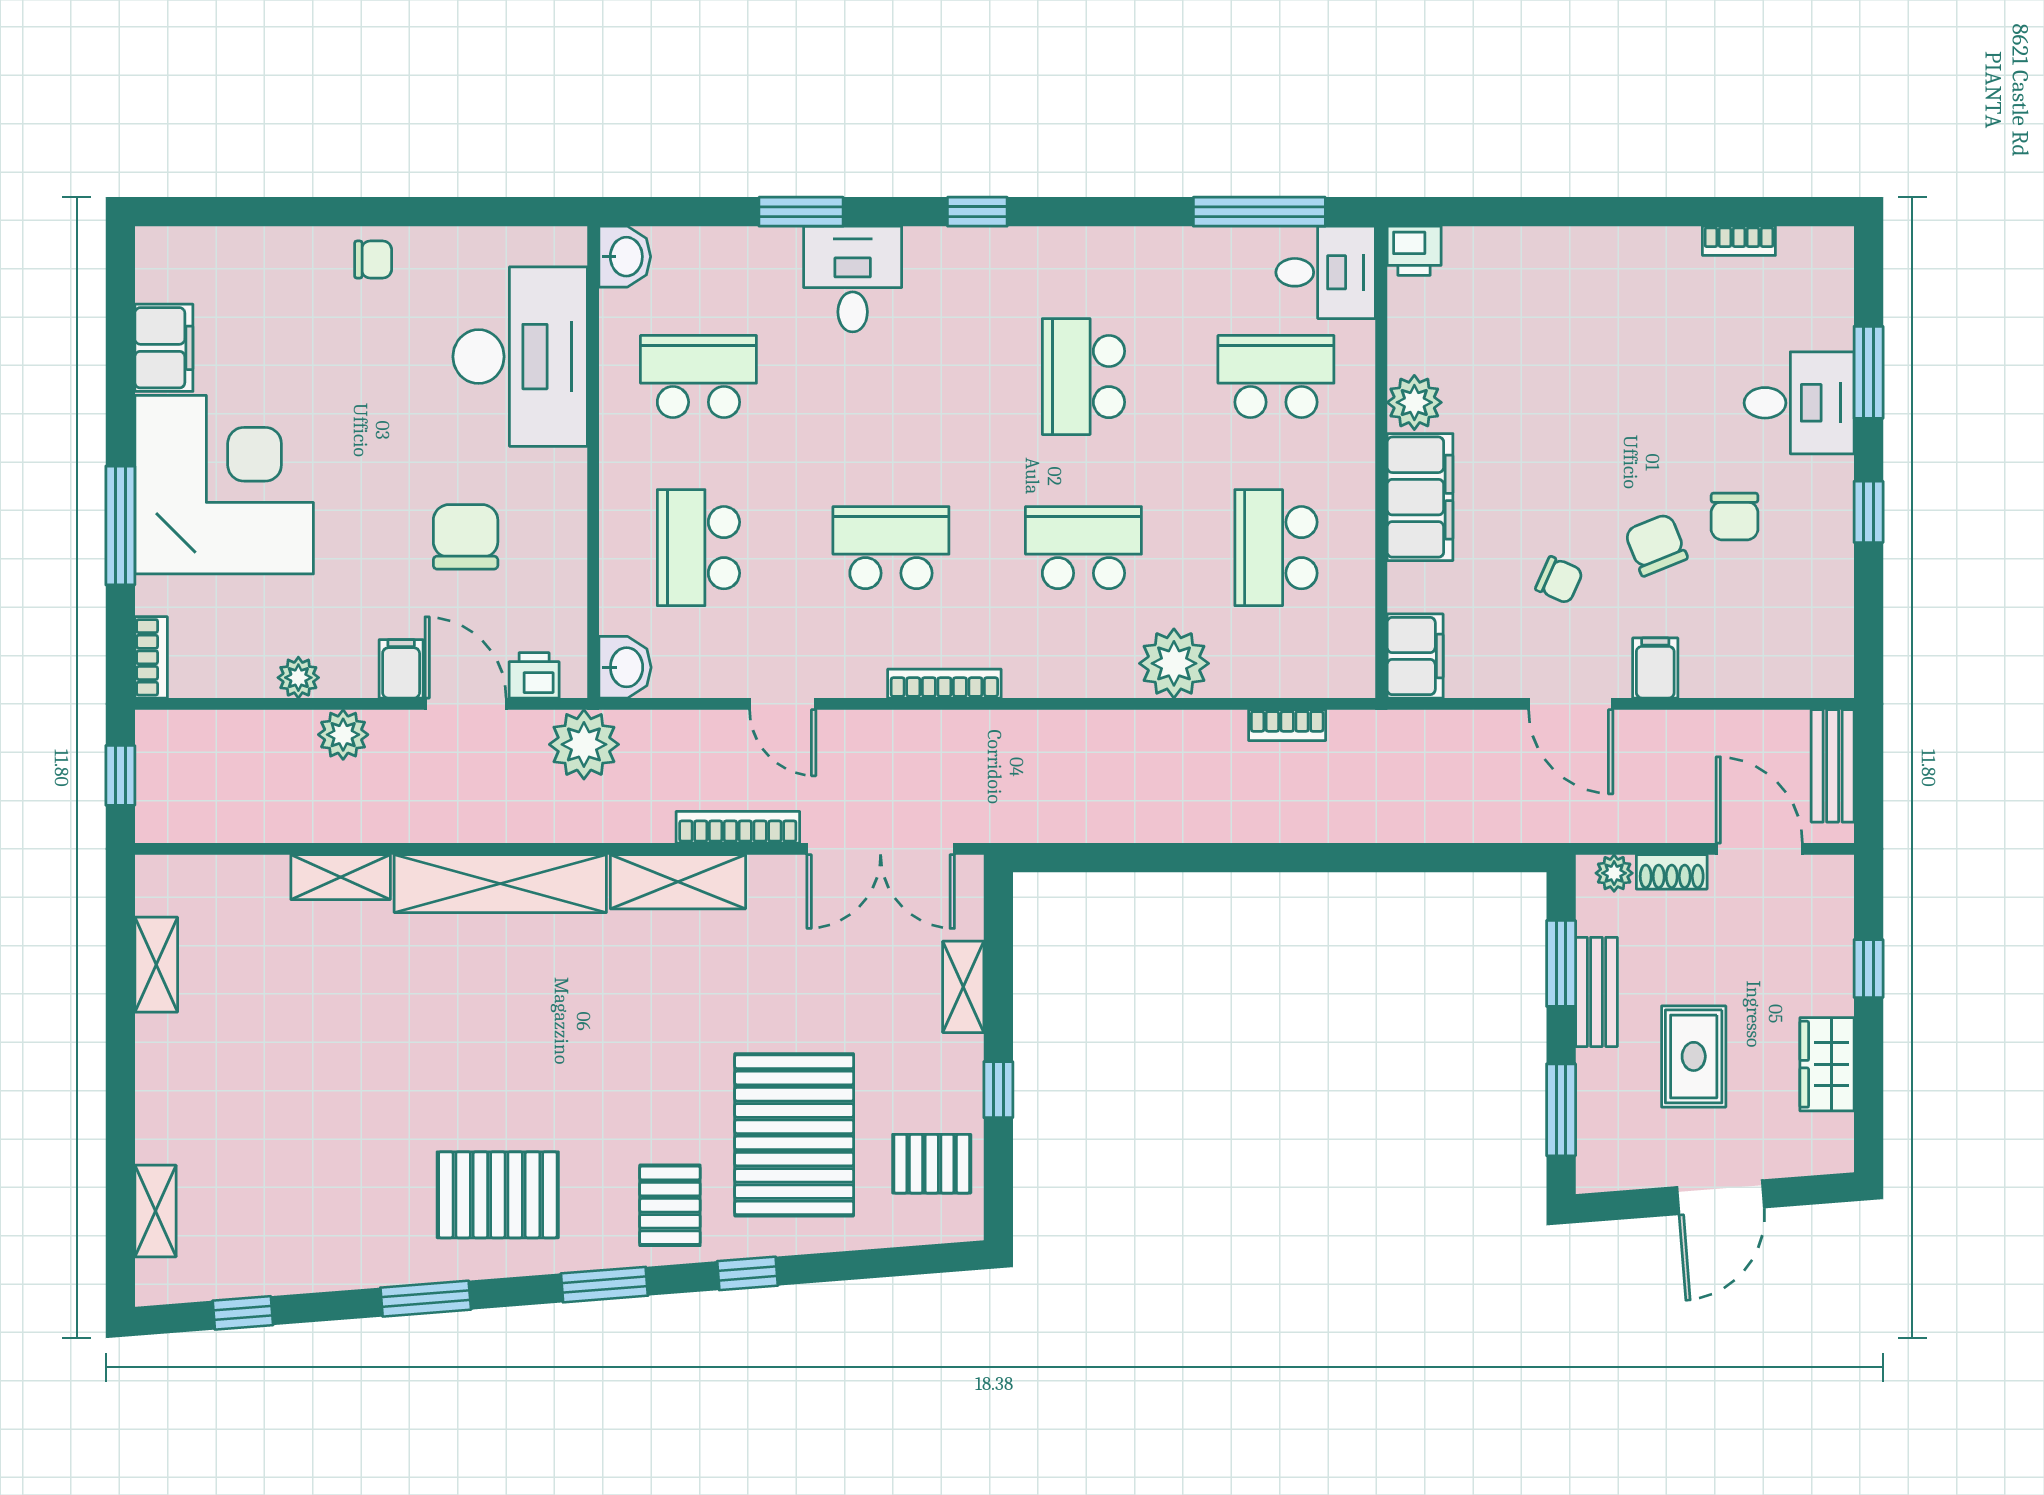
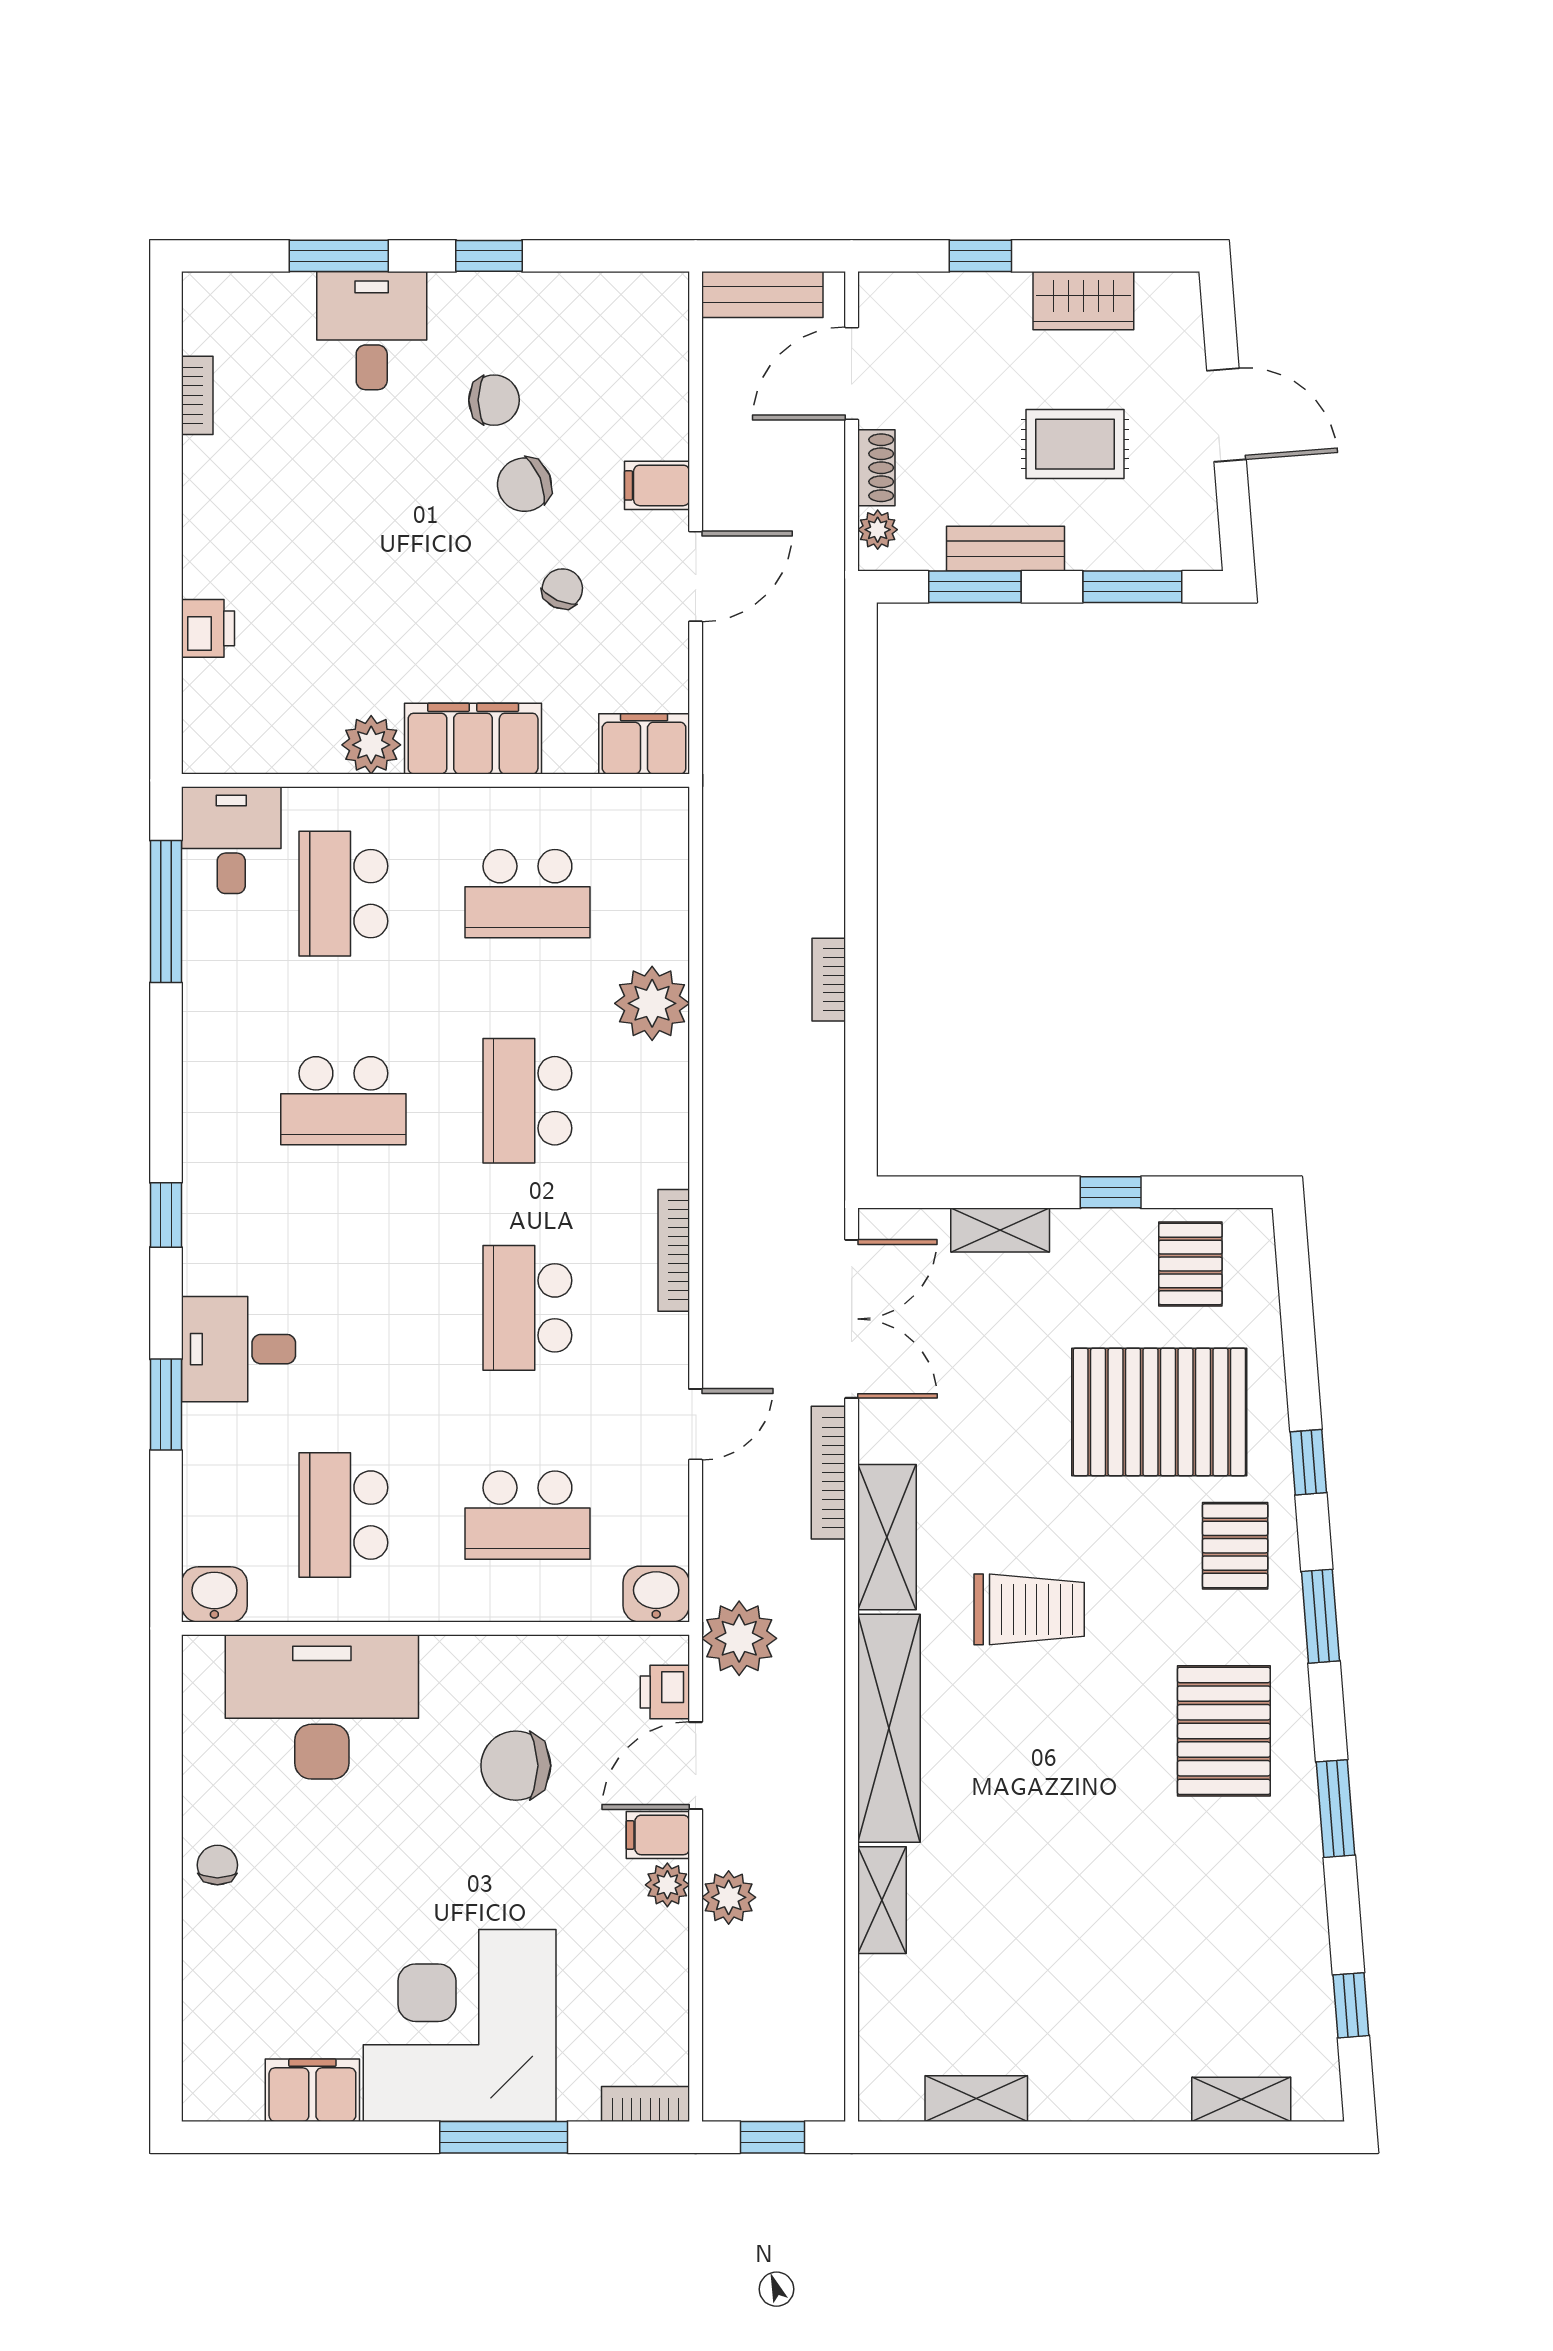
printer: (1414, 251) -> (208, 628), moved
plant: (298, 678) -> (667, 1885), moved
bookcase: (1287, 725) -> (829, 980), moved, turned 180
trolley: (611, 1014) -> (1029, 1609), added
pallet: (670, 1205) -> (1235, 1546), turned 90

